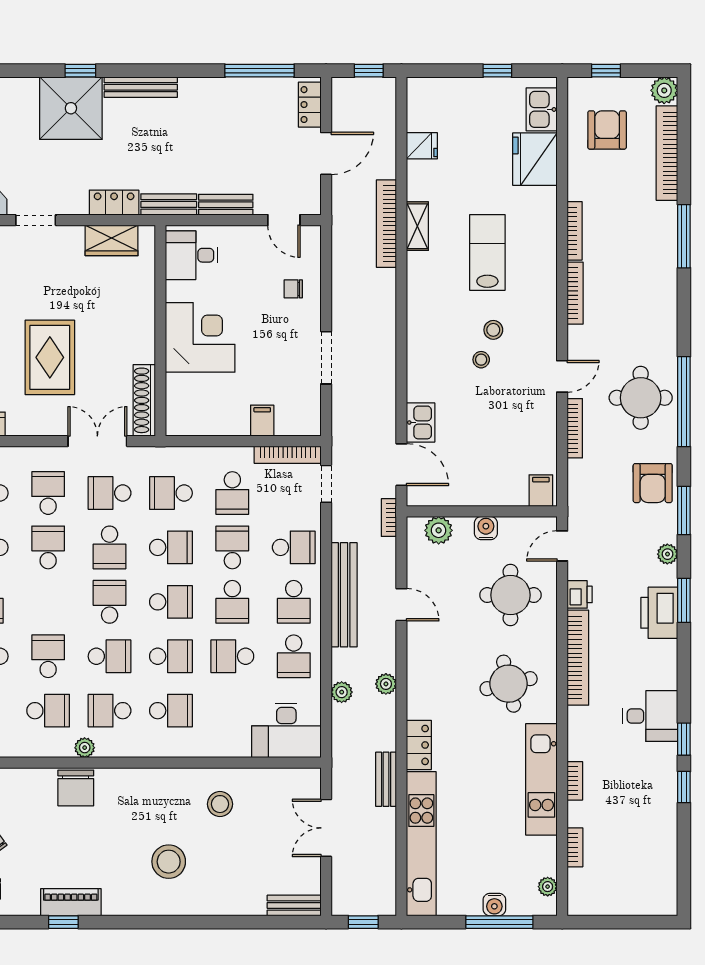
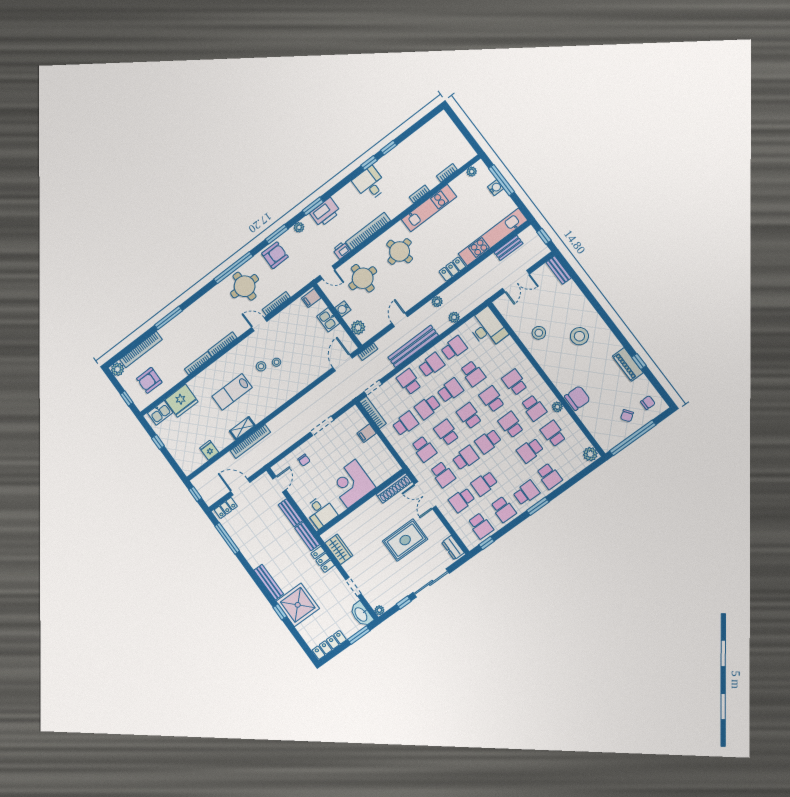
kitchen sink: (421, 422) -> (328, 320), moved, turned -90
bench: (386, 779) -> (509, 248), moved

